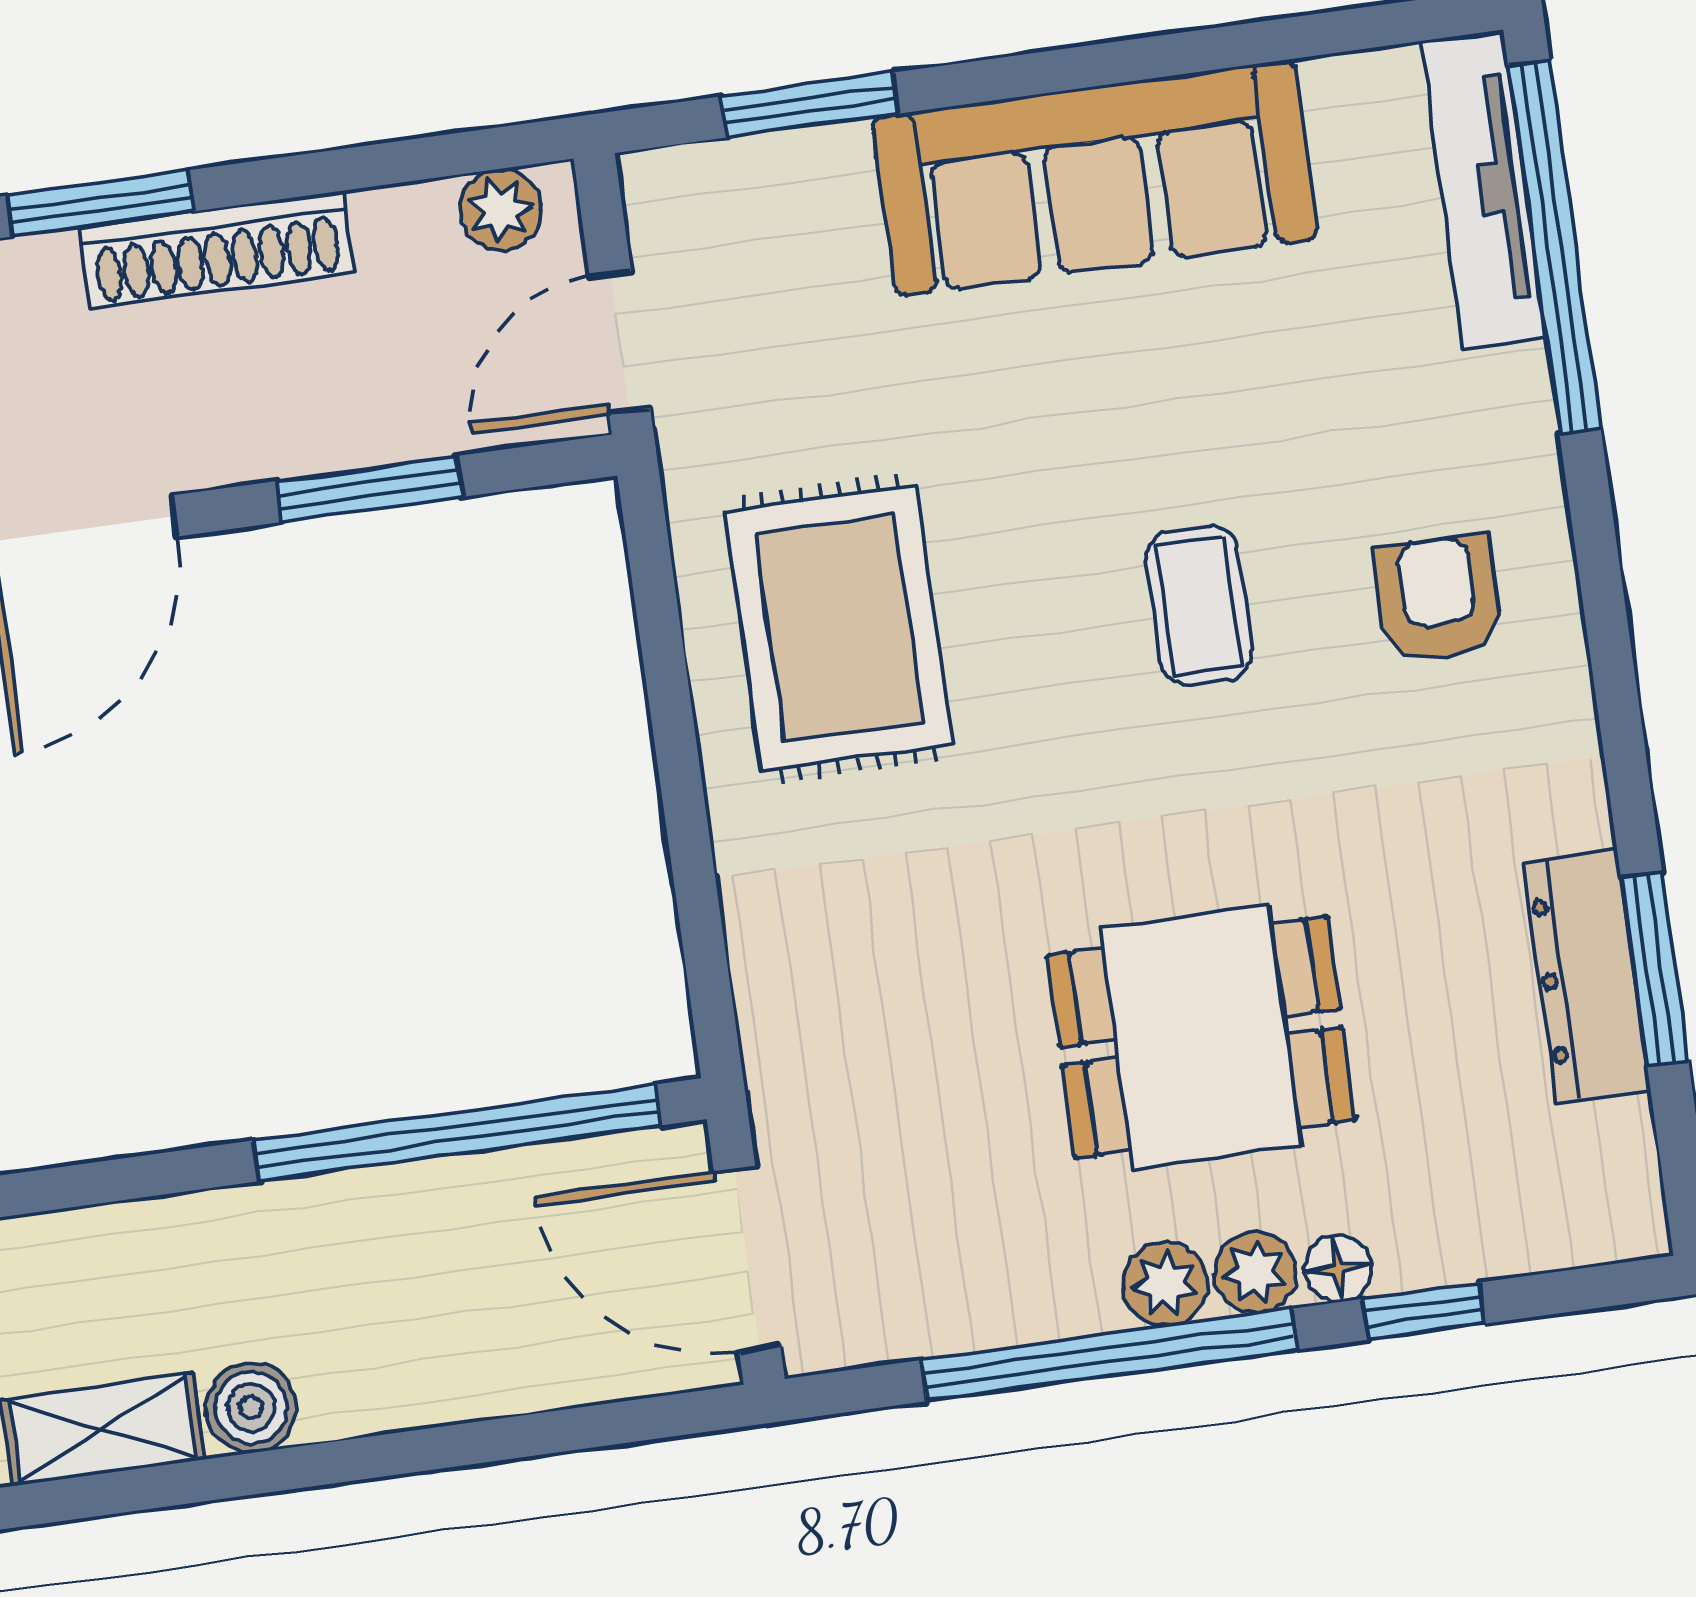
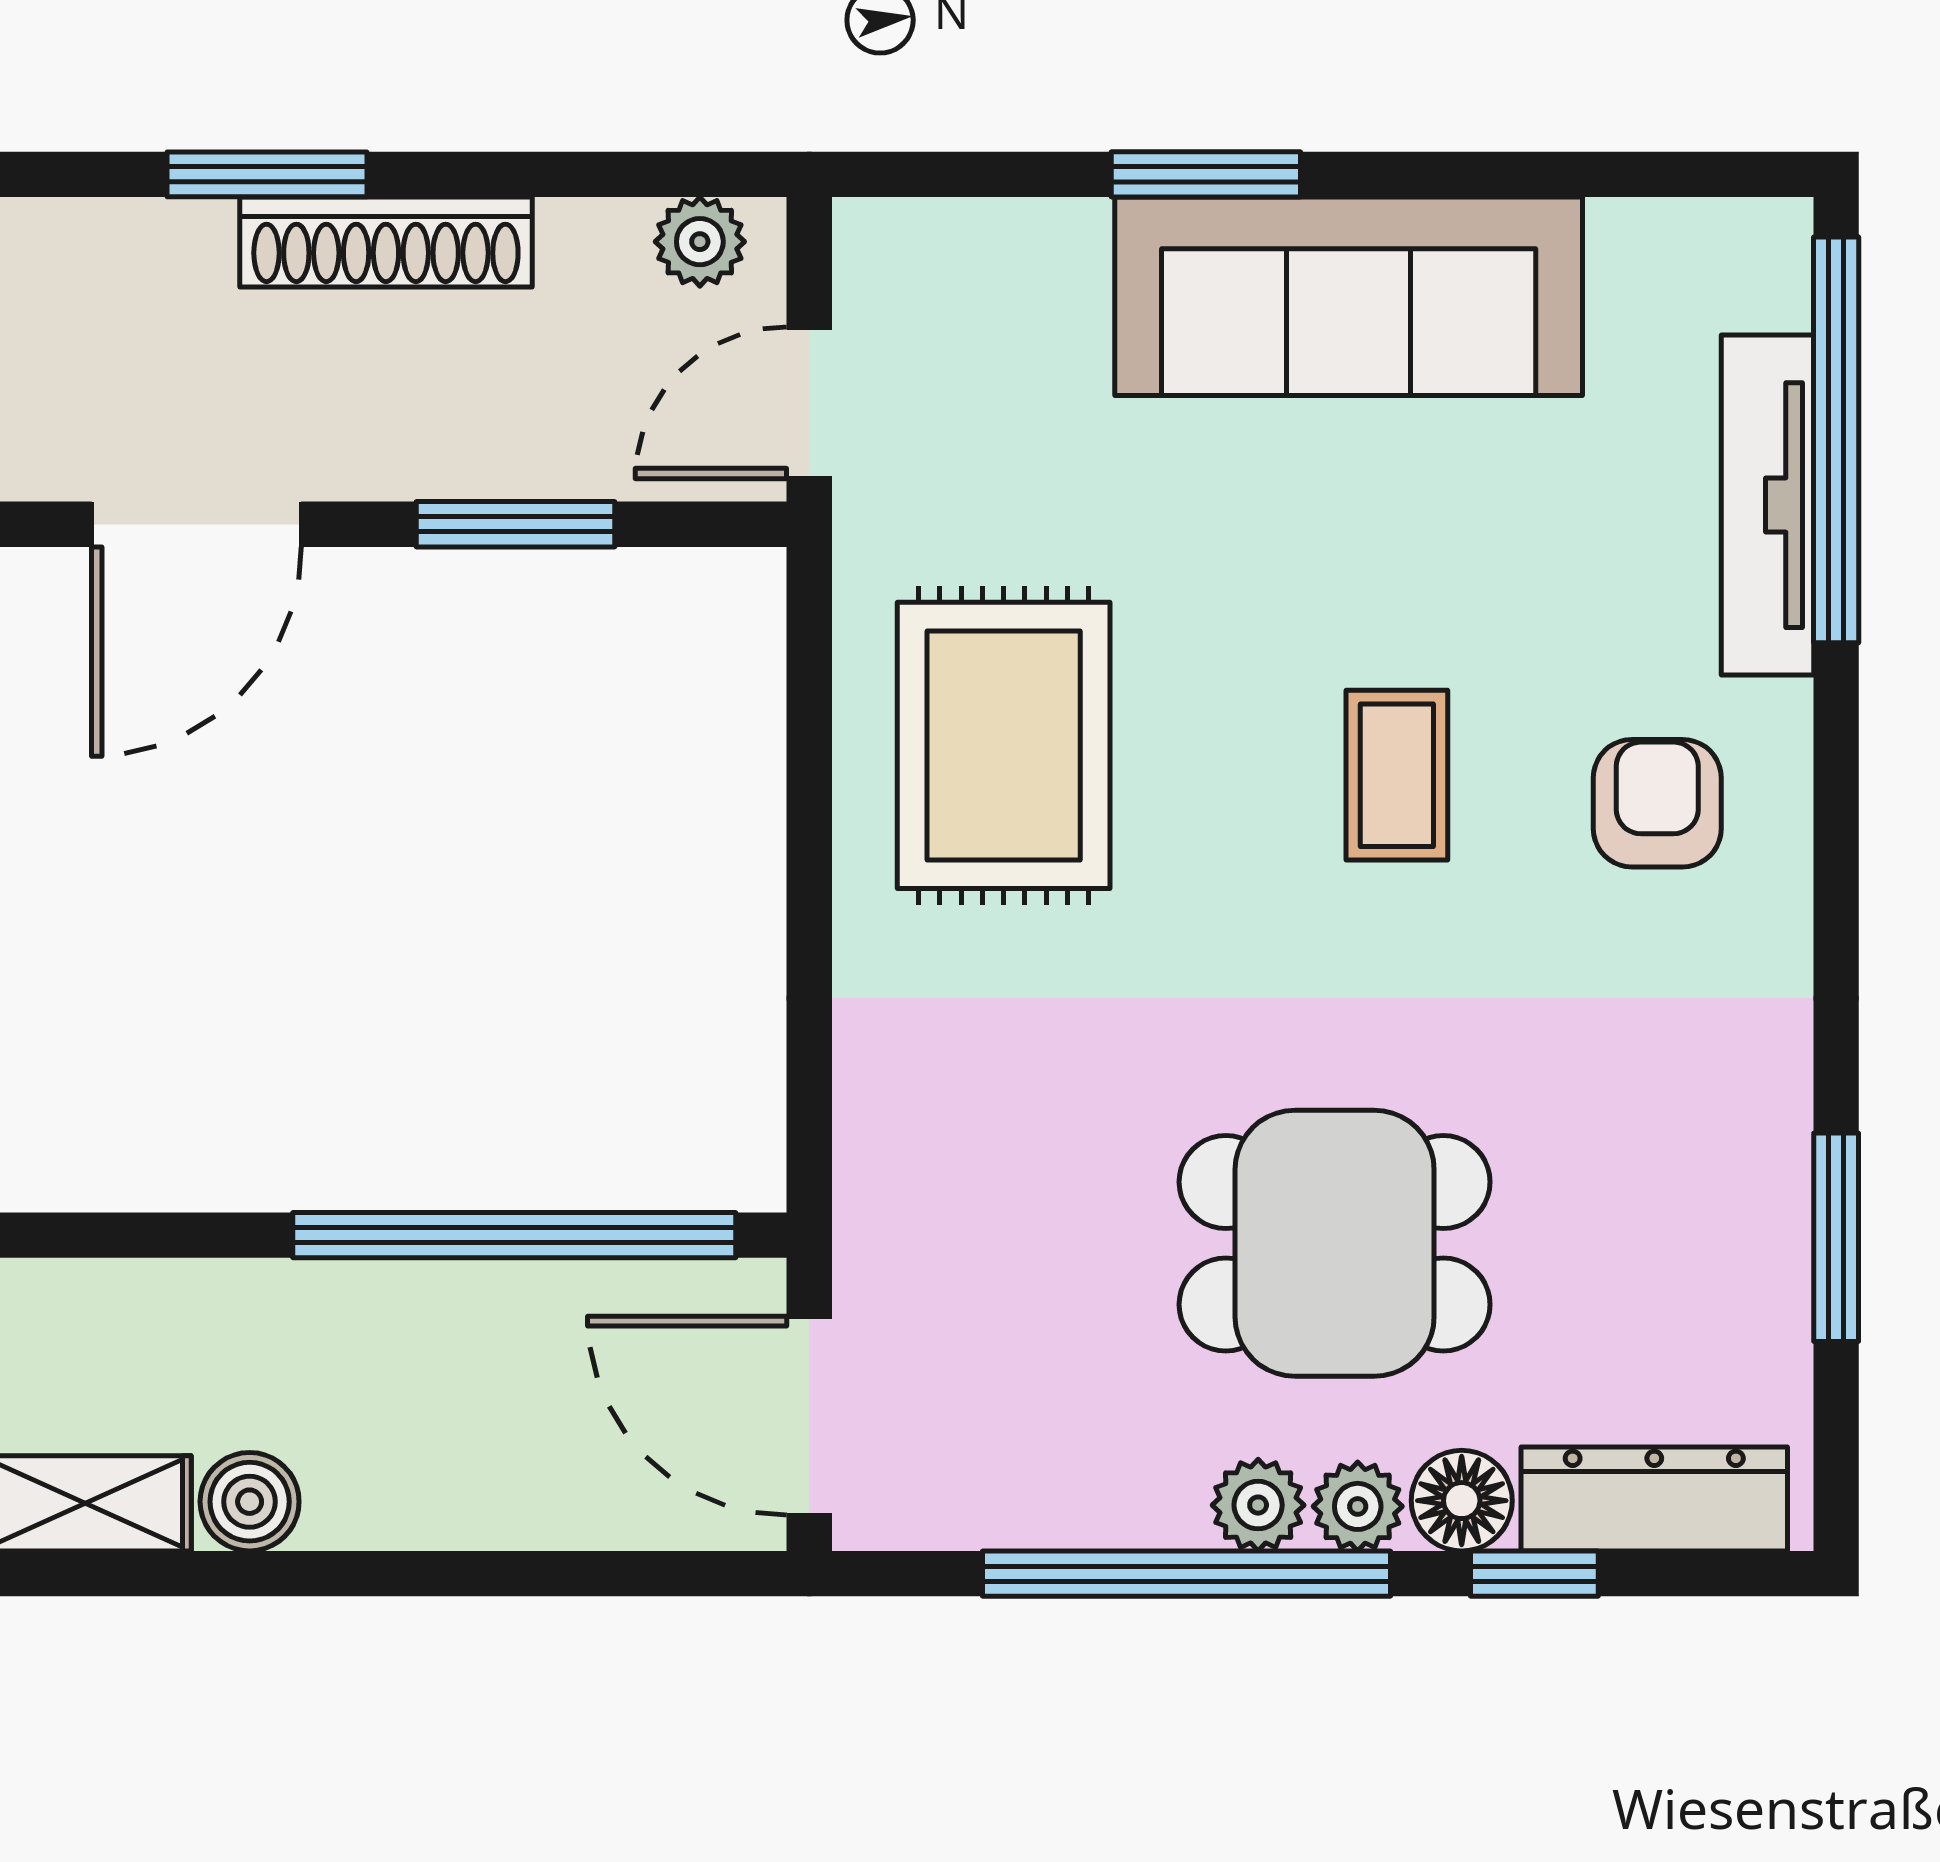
window: (810, 105) -> (1206, 174), moved
tv unit: (1483, 189) -> (1767, 505), moved
dresser: (1587, 976) -> (1654, 1499), moved, turned 90
floor lamp: (1338, 1268) -> (1462, 1501), width x1.37, depth x1.37

